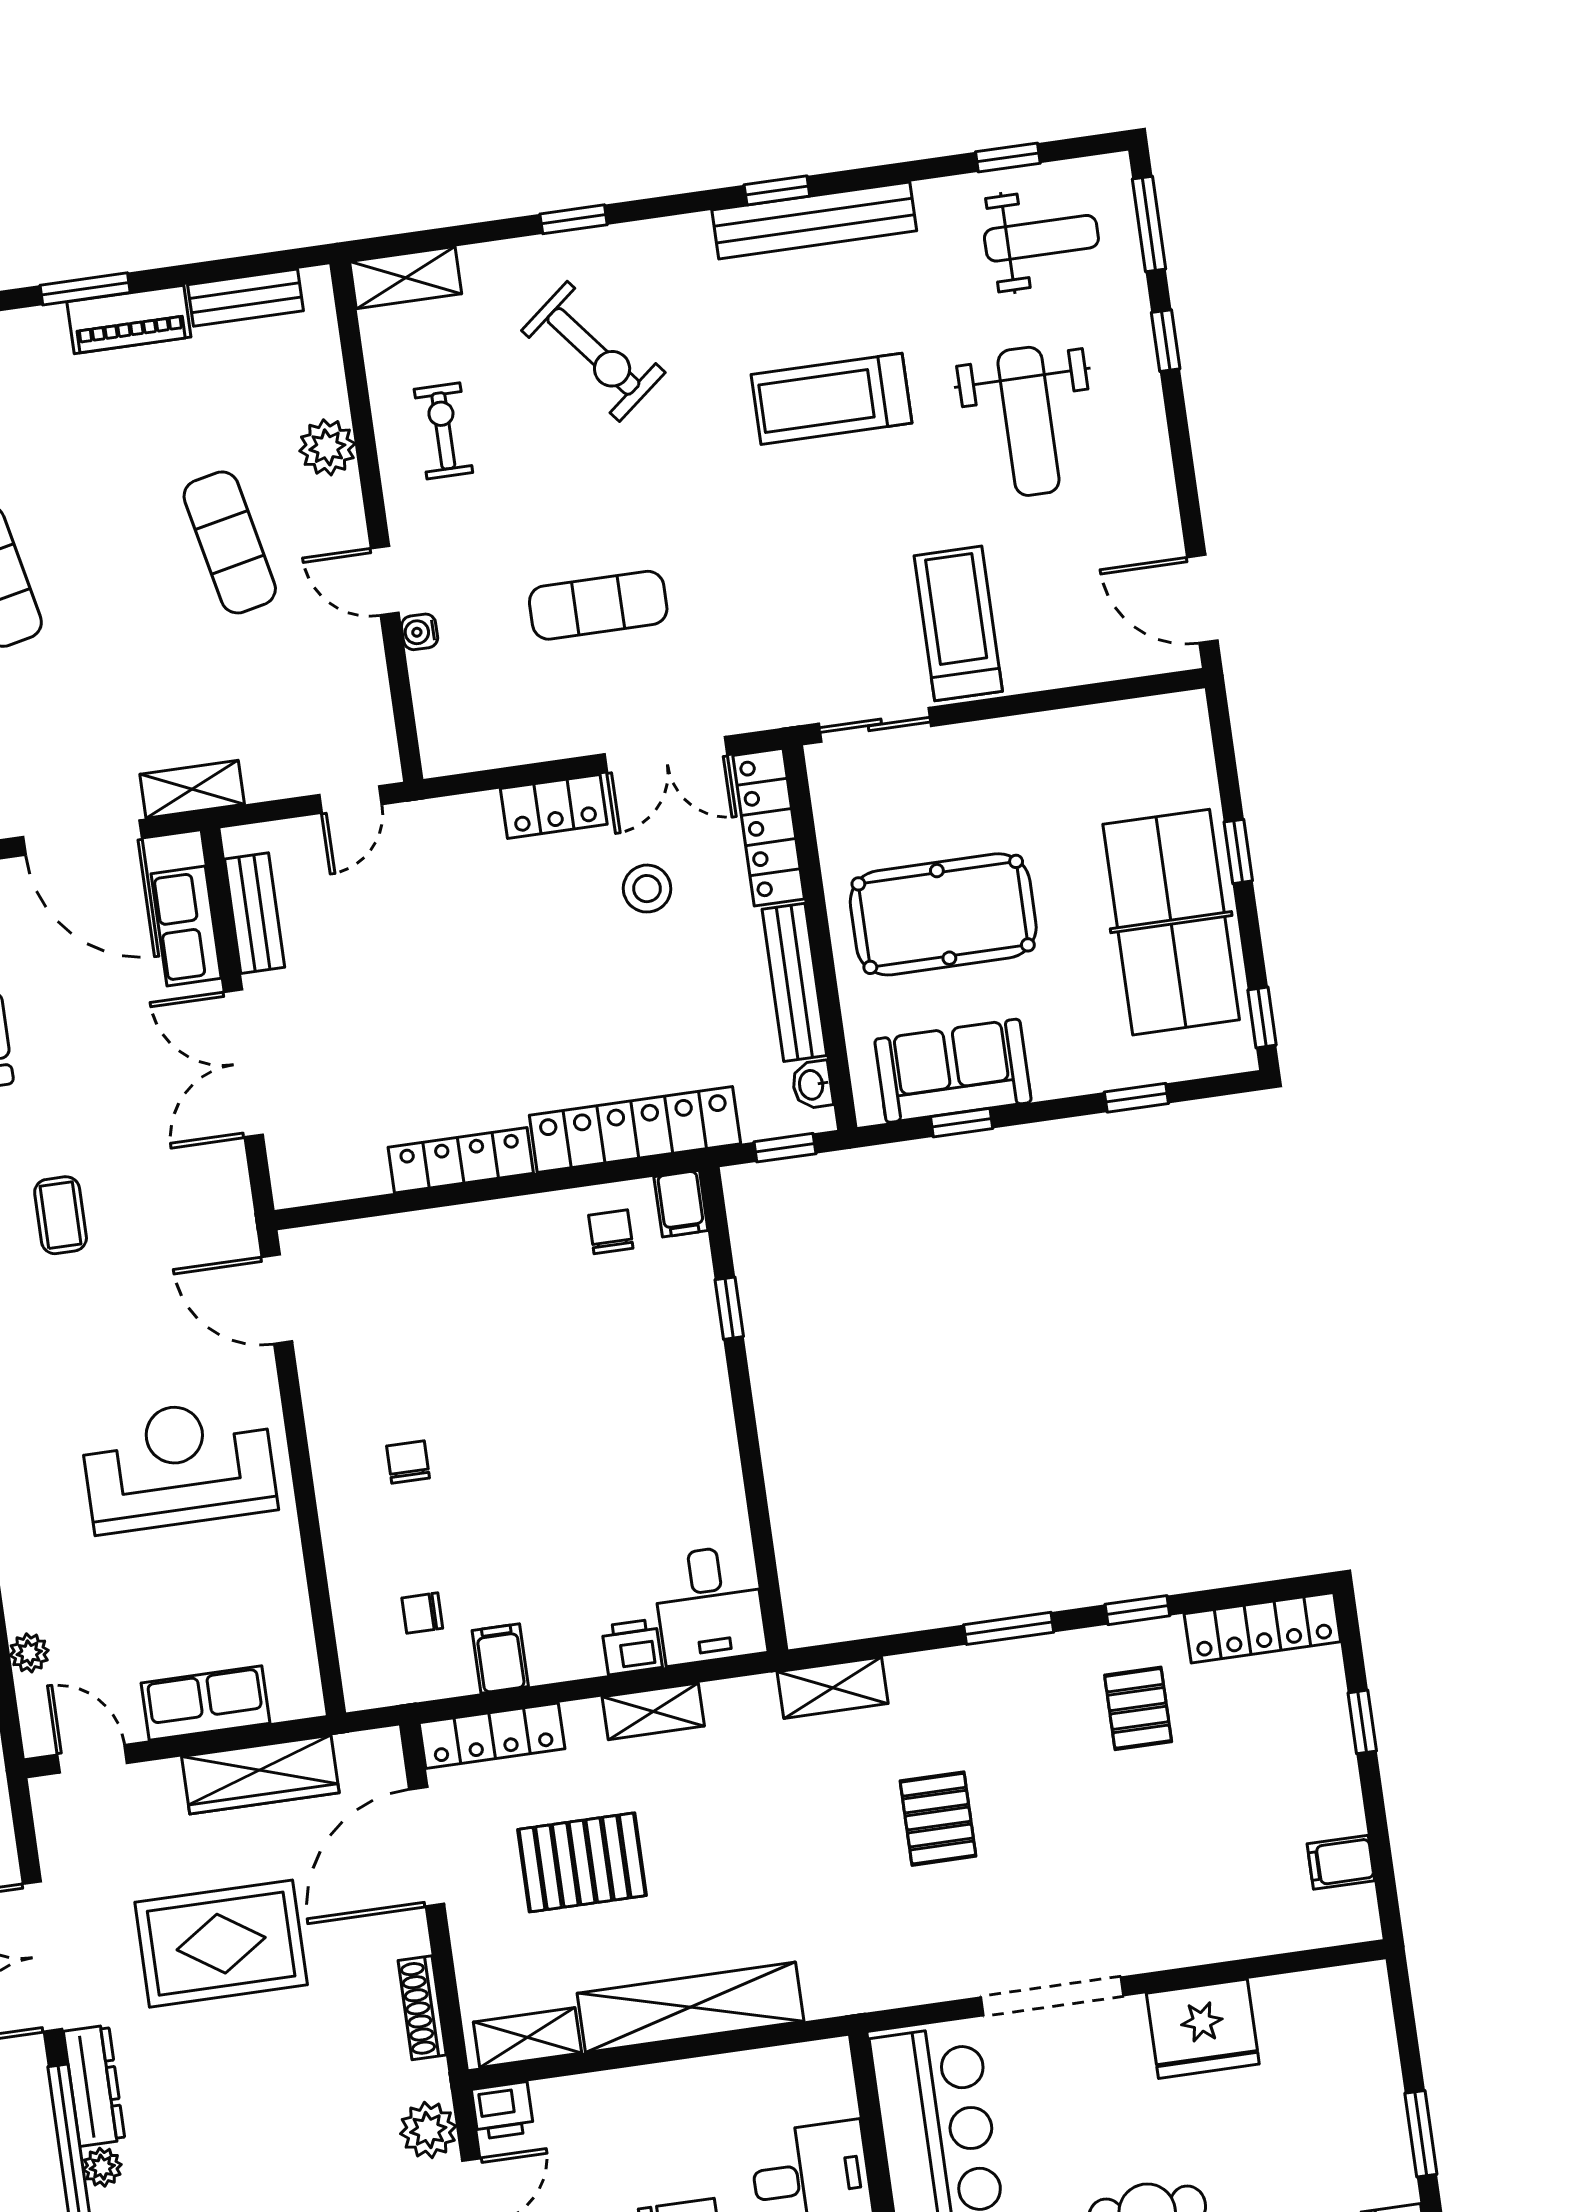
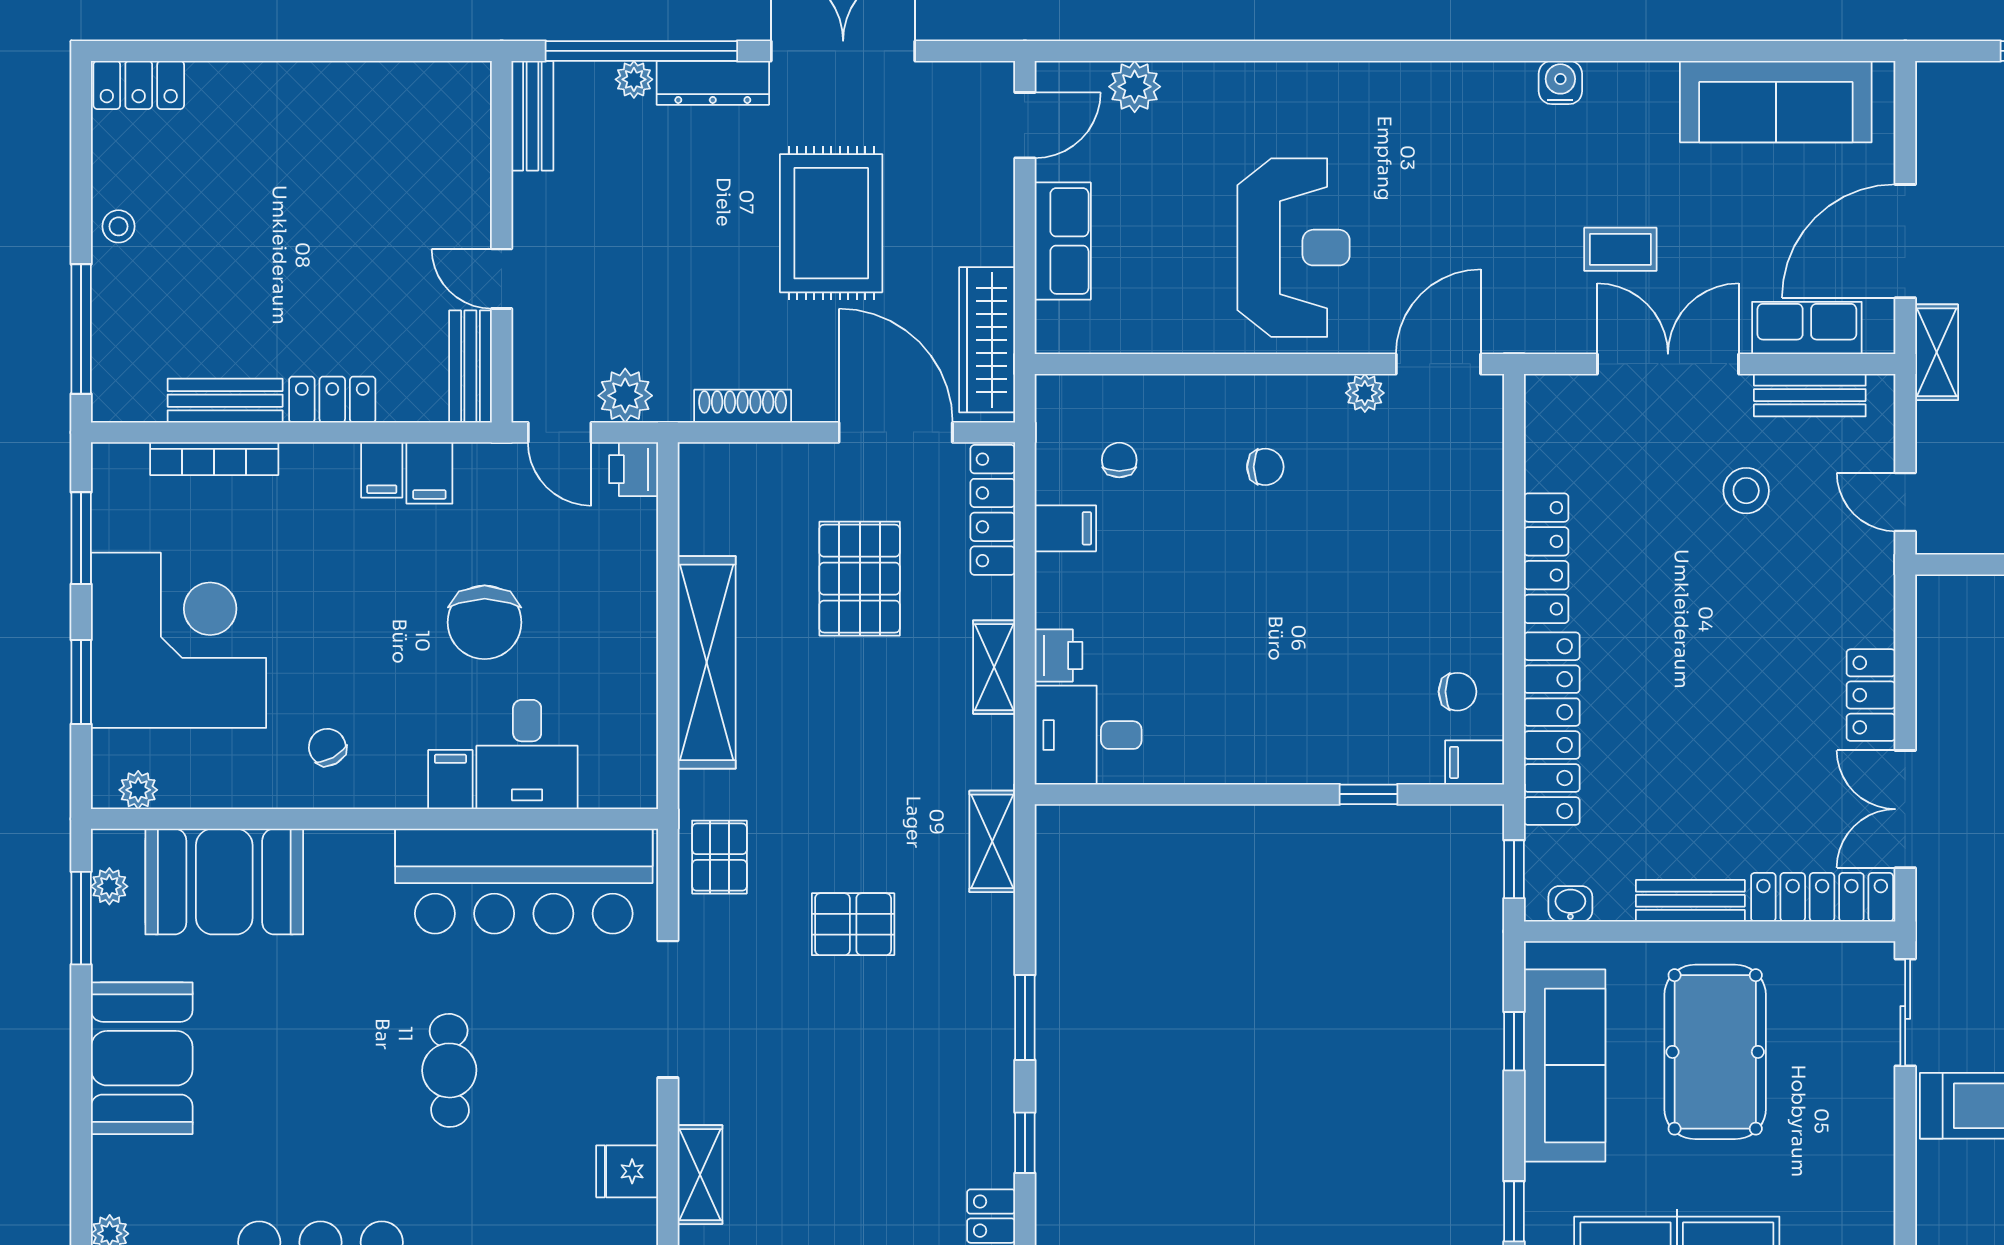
stool: (647, 889) -> (1746, 491), moved
bench: (794, 982) -> (1690, 901), width x0.73
sofa: (953, 1071) -> (1565, 1065), width x1.36
coffee table: (61, 1215) -> (1620, 249), moved
plant: (318, 1371) -> (1365, 393), added
plant: (29, 1653) -> (1135, 87), width x1.38, depth x1.38
pallet: (1138, 1708) -> (719, 857), moved, turned 90
wardrobe: (260, 1775) -> (987, 340), moved
fridge: (1203, 2029) -> (627, 1171), width x0.53, depth x0.75
shelving: (527, 2037) -> (700, 1175), moved

